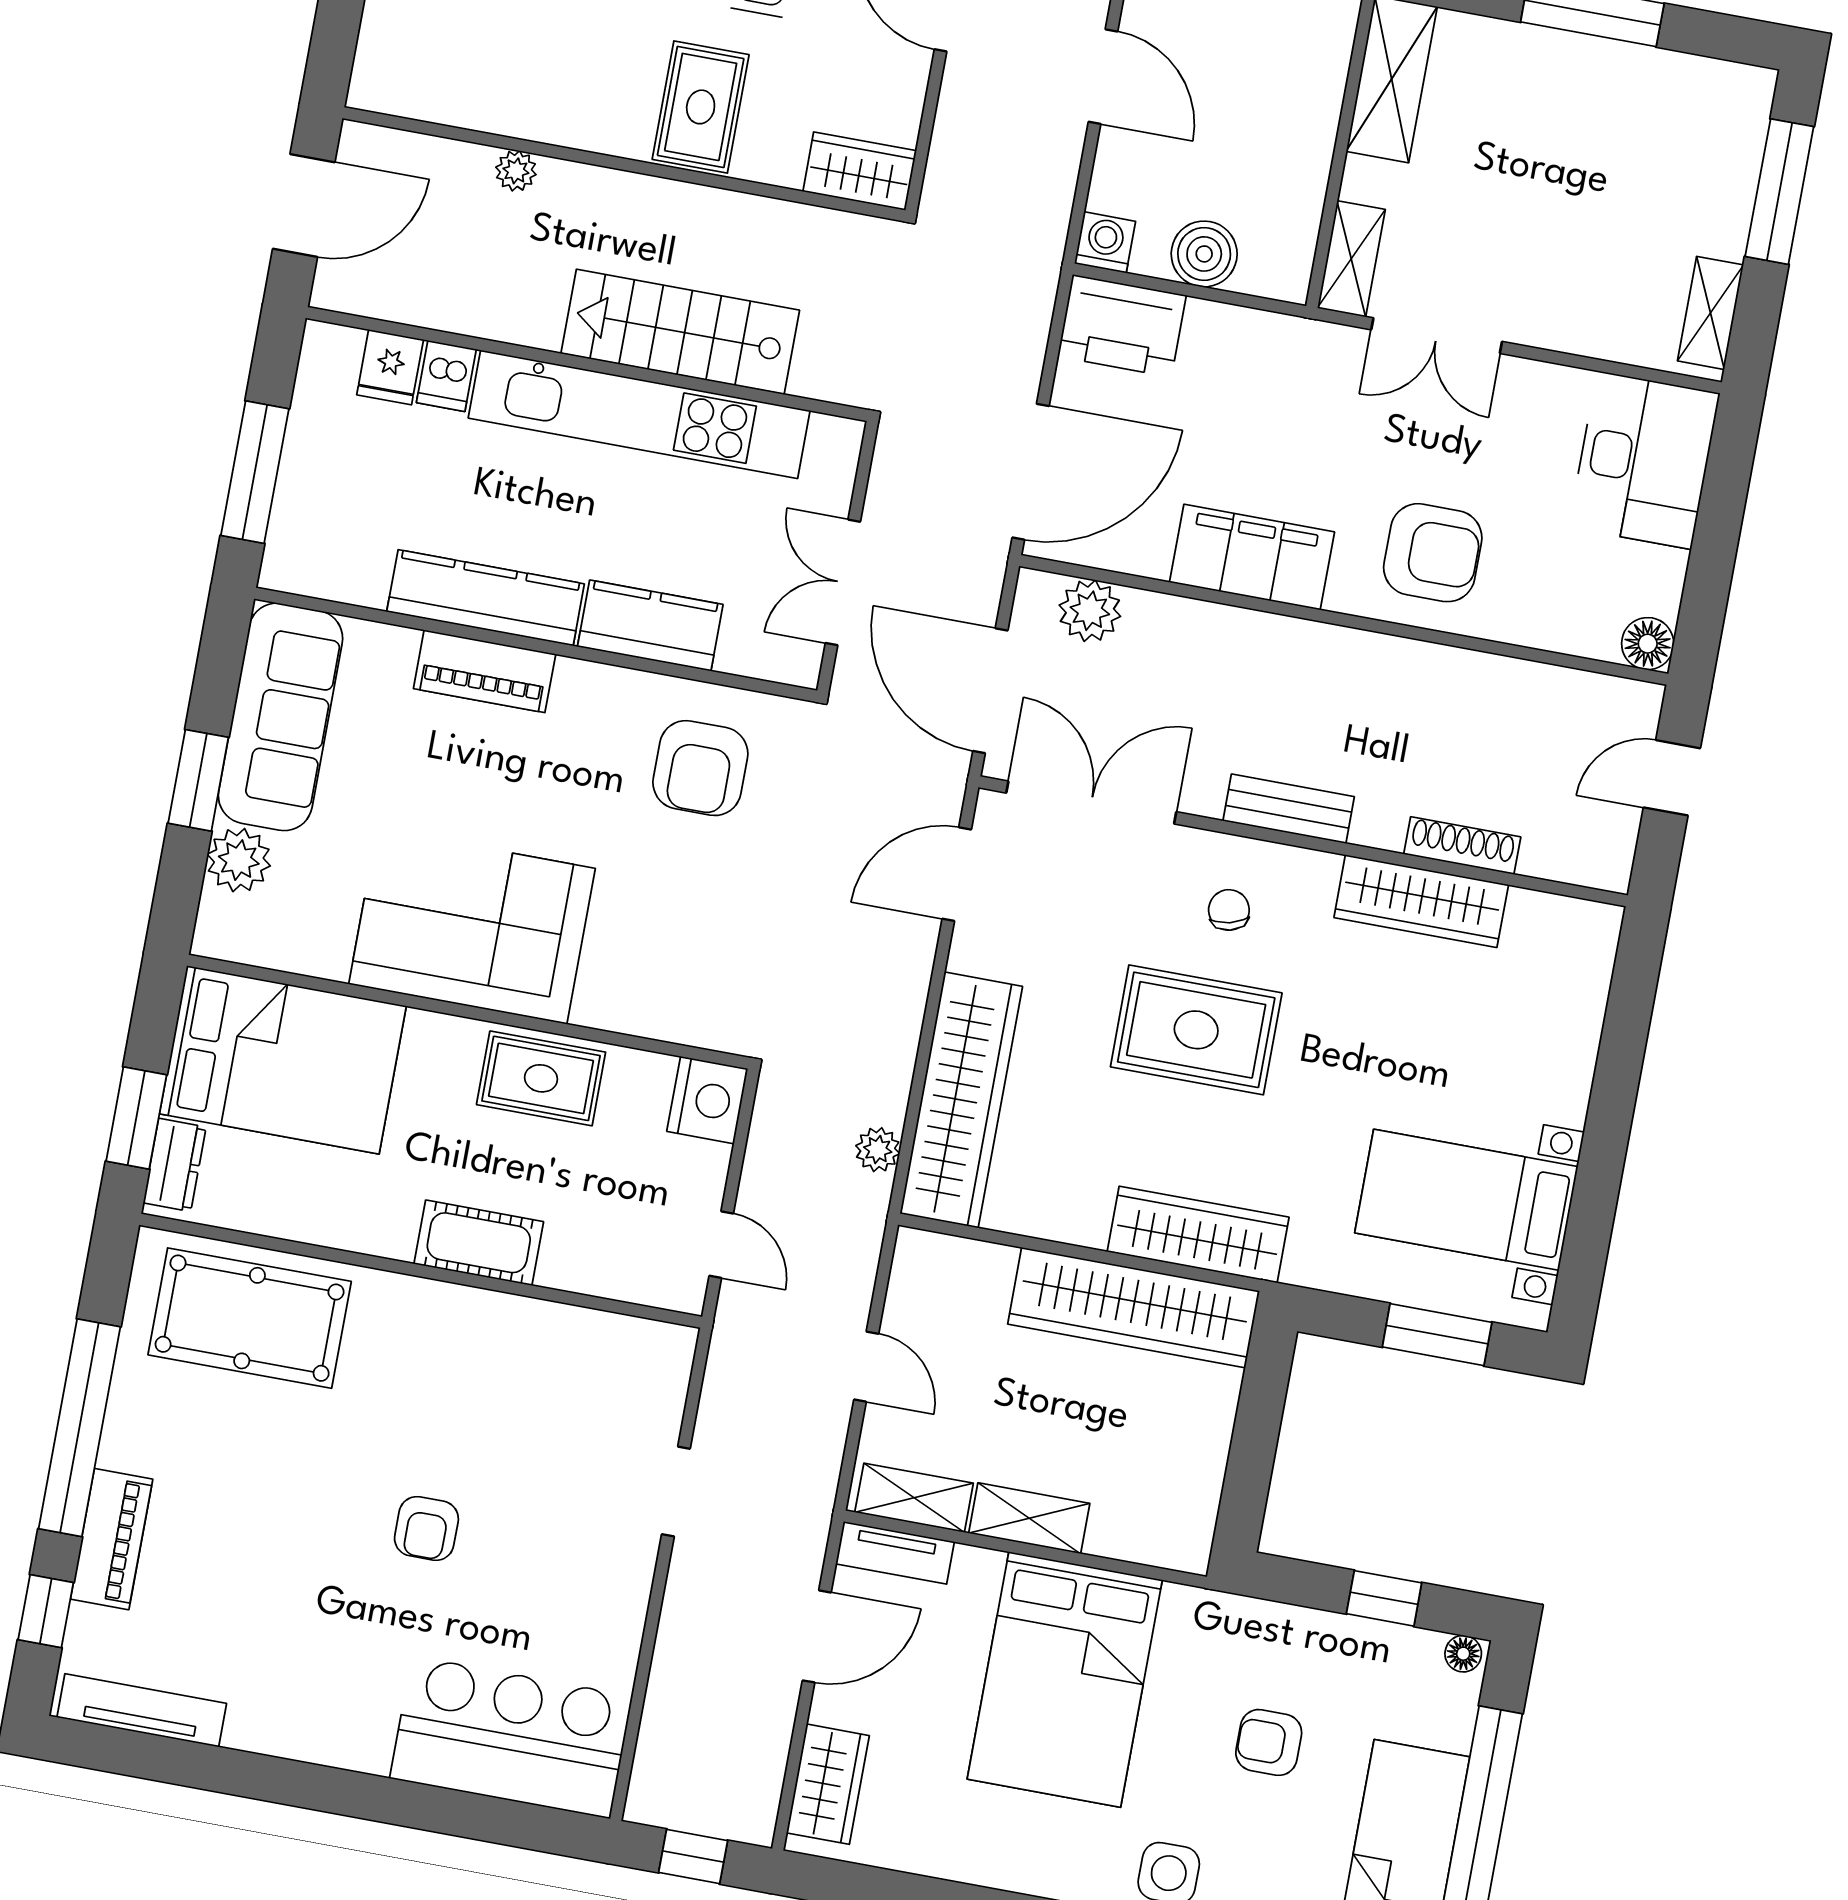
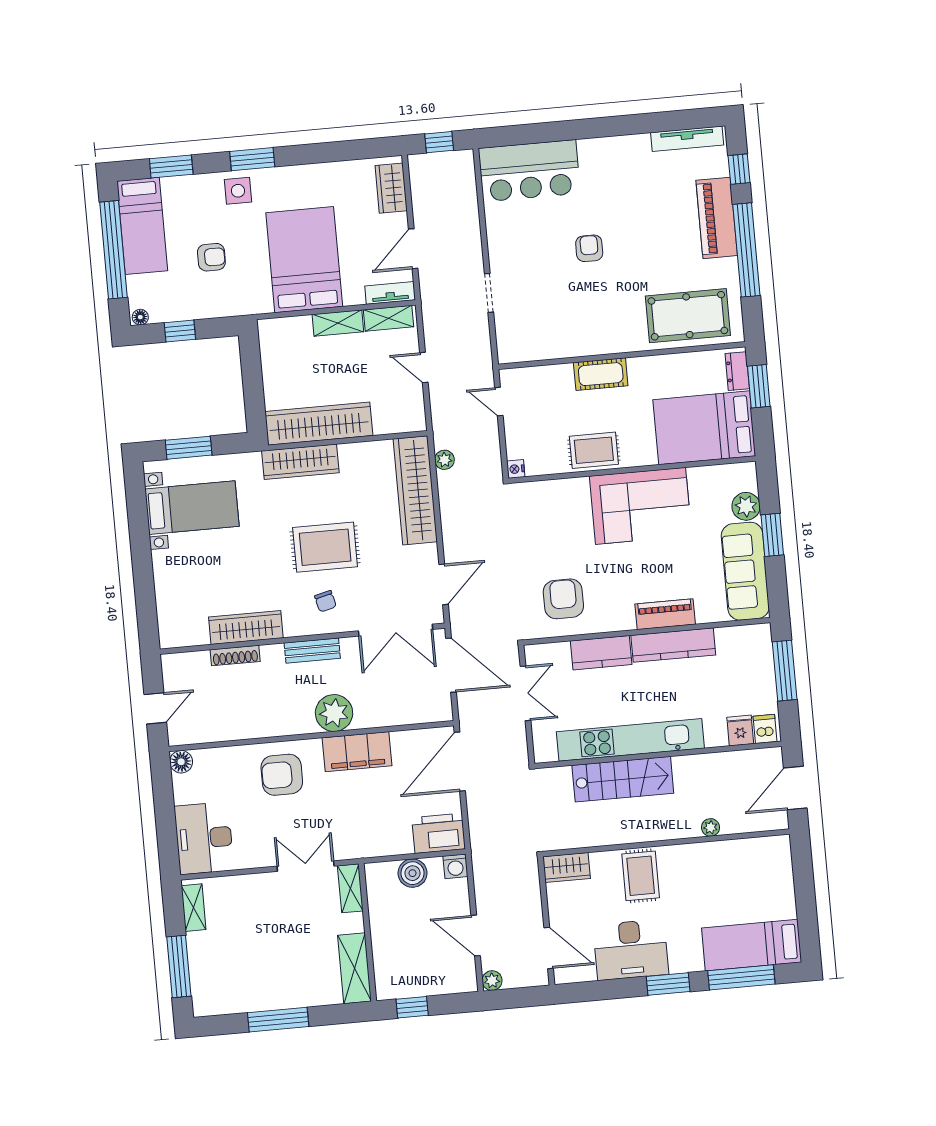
dishwasher: (446, 376) -> (765, 729), moved
plant: (1090, 611) -> (334, 713), moved, width x1.36, depth x1.36
nightstand: (707, 1100) -> (516, 469), width x0.53, depth x0.56
piano: (112, 1539) -> (717, 218), width x1.37, depth x1.33

